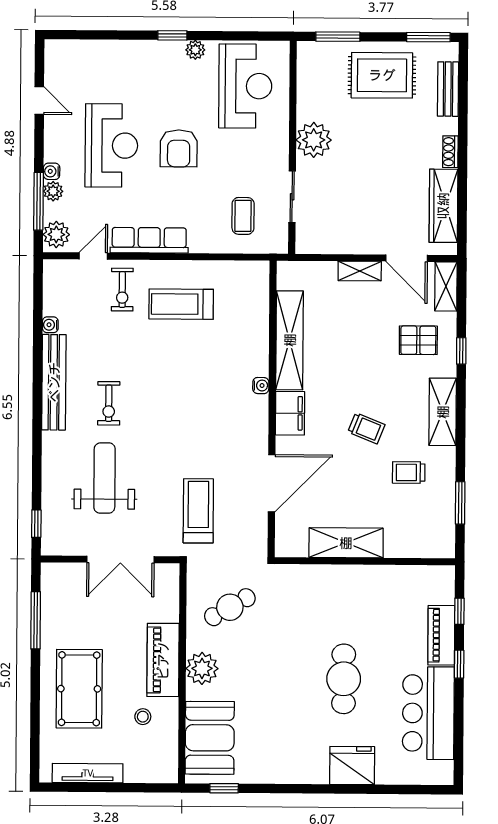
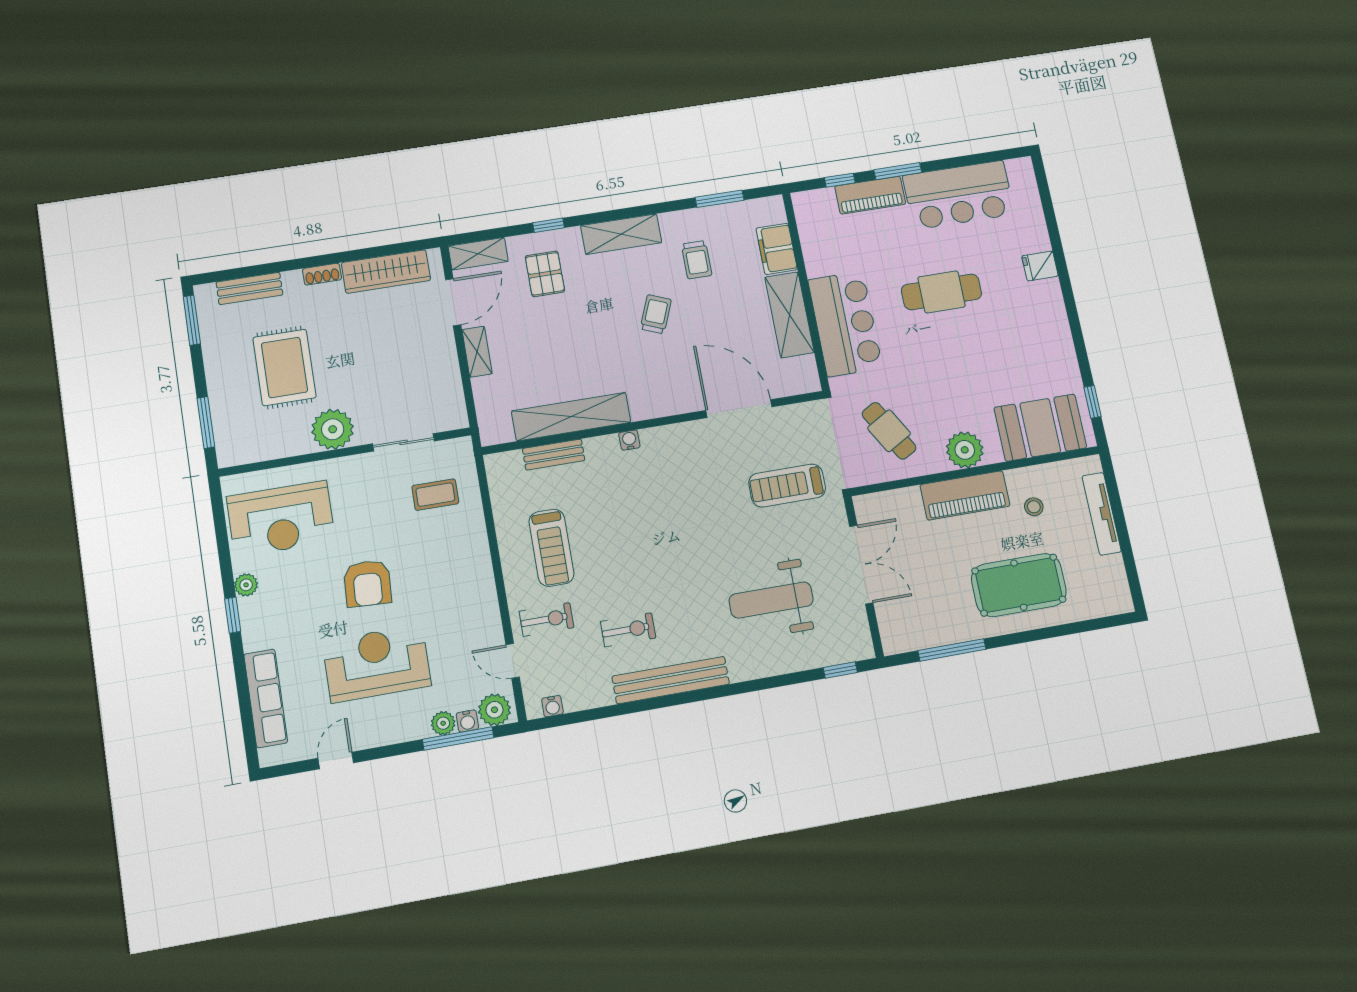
rug: (382, 75) -> (284, 367), moved
reception desk: (245, 86) -> (281, 519), turned 180
armchair: (179, 148) -> (367, 583), turned 93
water cooler: (52, 171) -> (467, 721), moved
row of seats: (149, 240) -> (266, 698), moved, turned 180
bench: (260, 320) -> (554, 455), added
water cooler: (50, 325) -> (552, 706), moved
exercise bike: (109, 403) -> (628, 630), moved
filing cabinet: (290, 413) -> (777, 249), moved, turned -90
bar counter: (330, 589) -> (845, 324), added
window: (459, 664) -> (898, 171), width x1.50
fridge: (352, 766) -> (1040, 266), width x0.53, depth x0.75
tv unit: (88, 773) -> (1102, 514), moved

